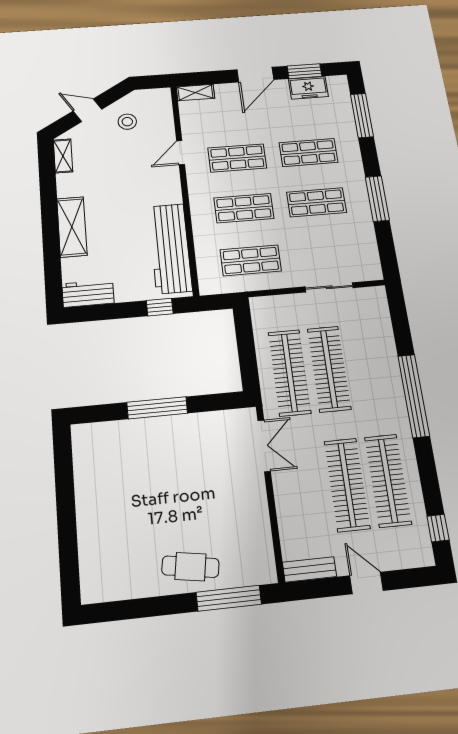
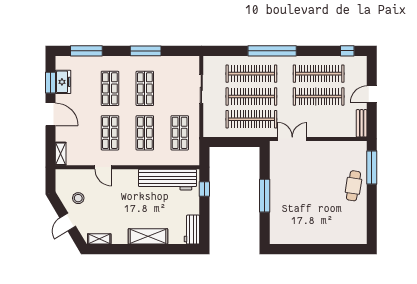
clothes rail: (368, 365) -> (251, 74), added

